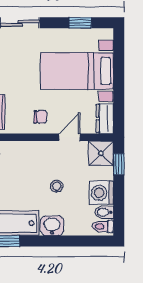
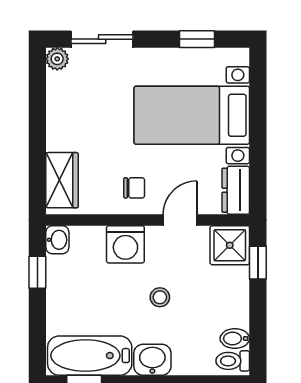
washing machine: (101, 193) -> (125, 244), moved, turned -90

